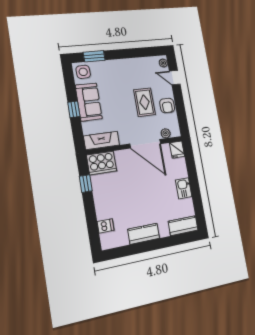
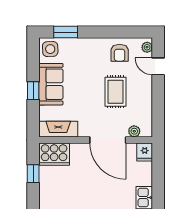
armchair: (167, 106) -> (120, 53), moved

